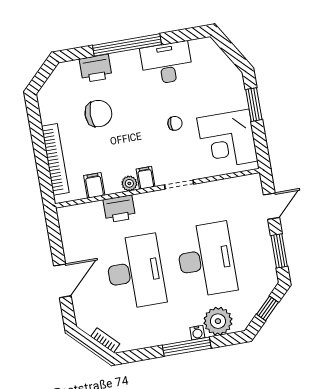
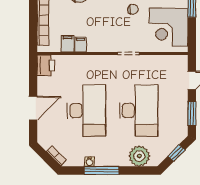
filing cabinet: (146, 178) -> (81, 45), moved
plant: (129, 183) -> (93, 47), removed
printer: (119, 209) -> (46, 65), moved, turned -90
water cooler: (197, 333) -> (90, 162), moved
window: (187, 347) -> (102, 170), moved

